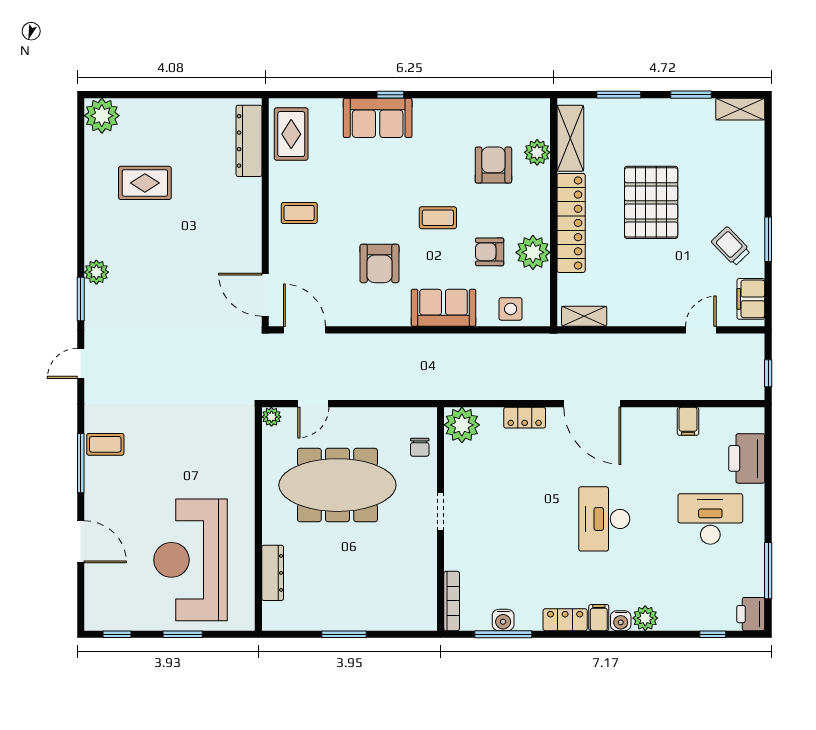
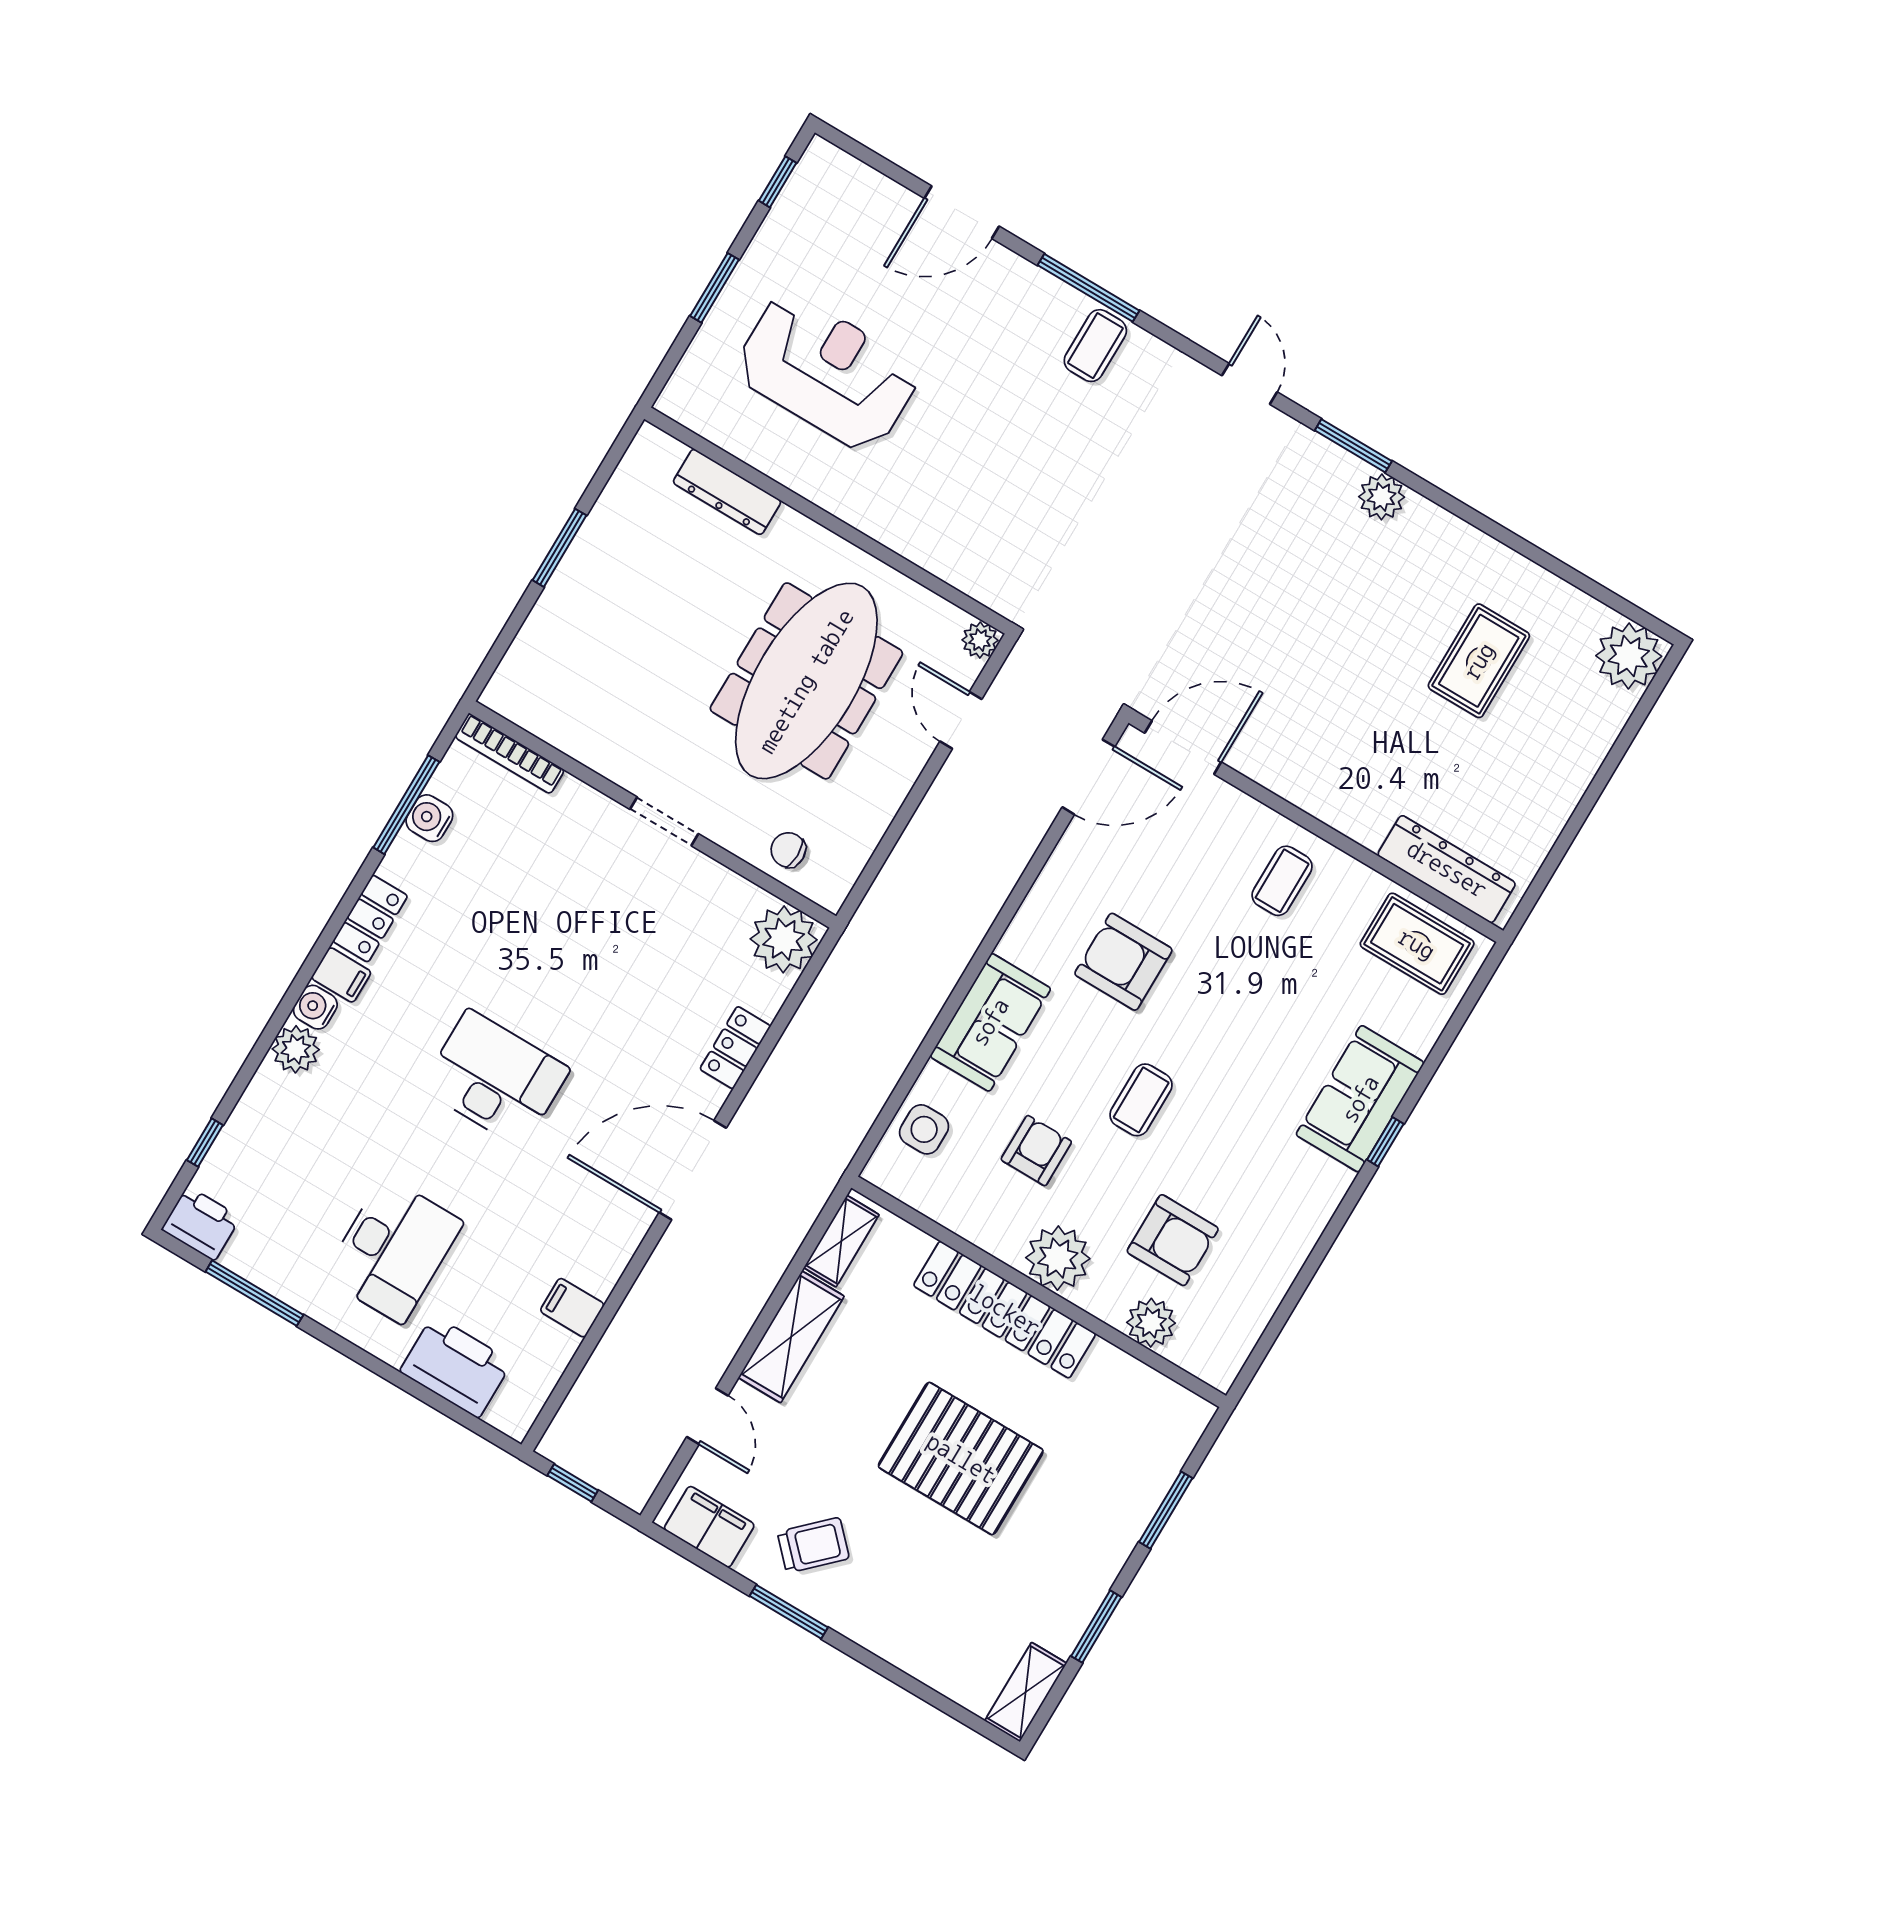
shelving: (570, 138) -> (791, 1337), moved, turned 90
plant: (533, 252) -> (1058, 1258), moved
reception desk: (190, 560) -> (827, 372), width x0.74, depth x0.77

